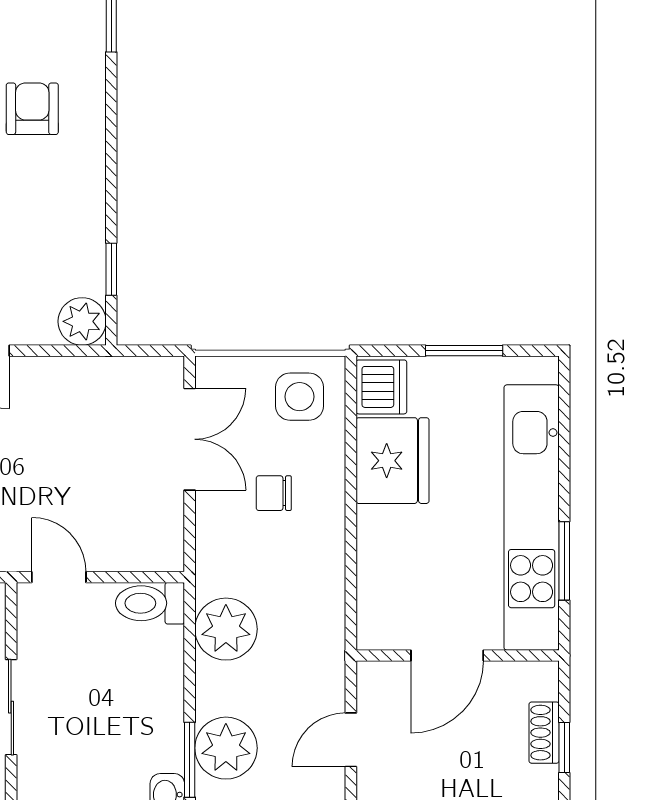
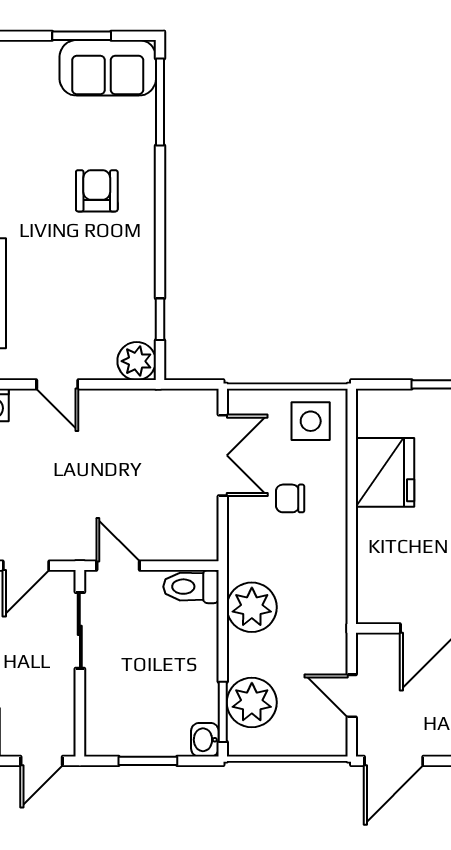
dishwasher: (381, 387) -> (376, 413), removed
sliding door: (11, 707) -> (80, 630), moved
door: (351, 740) -> (352, 696), hinge flipped

